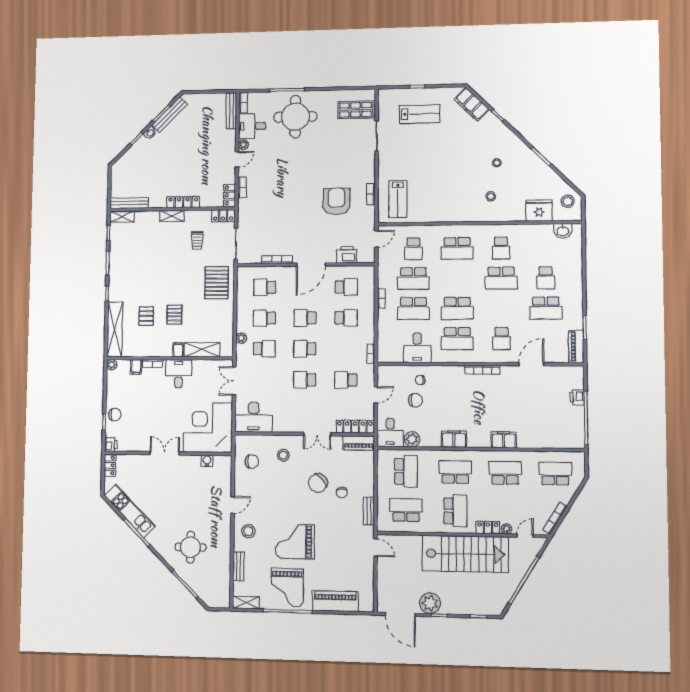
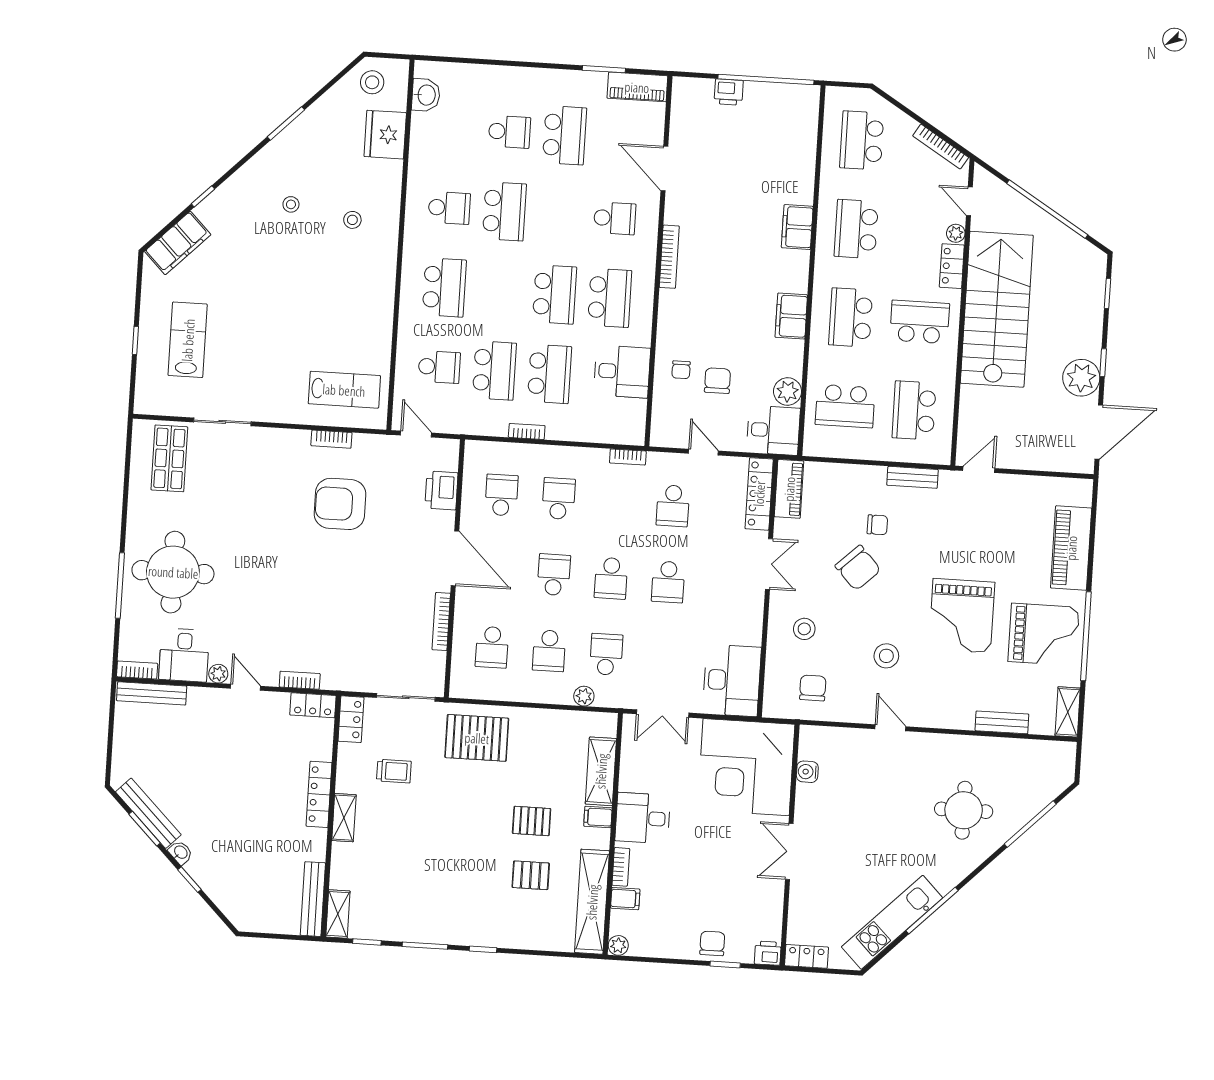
school desk: (305, 318) -> (554, 575), turned 180
shelving: (115, 329) -> (592, 902), moved, turned 90
school desk: (406, 471) -> (845, 406), turned 180
stool: (248, 531) -> (886, 656), moved

